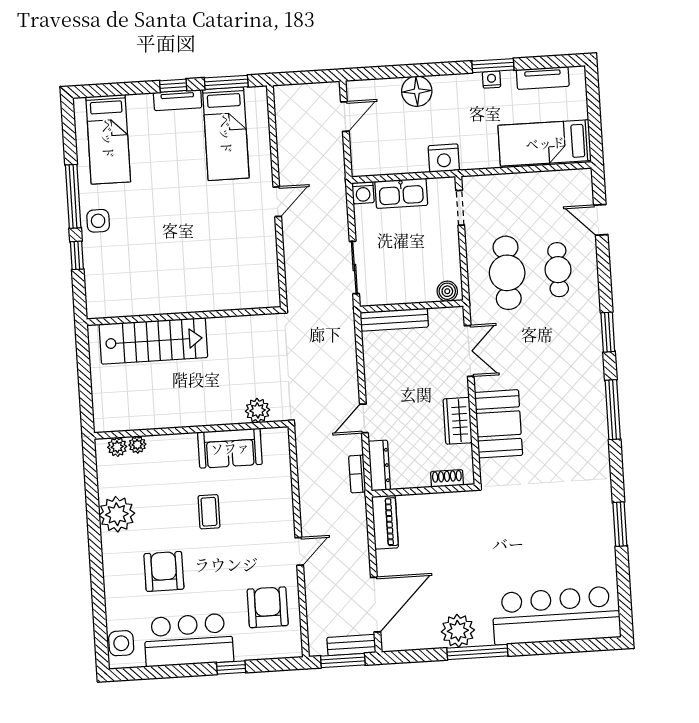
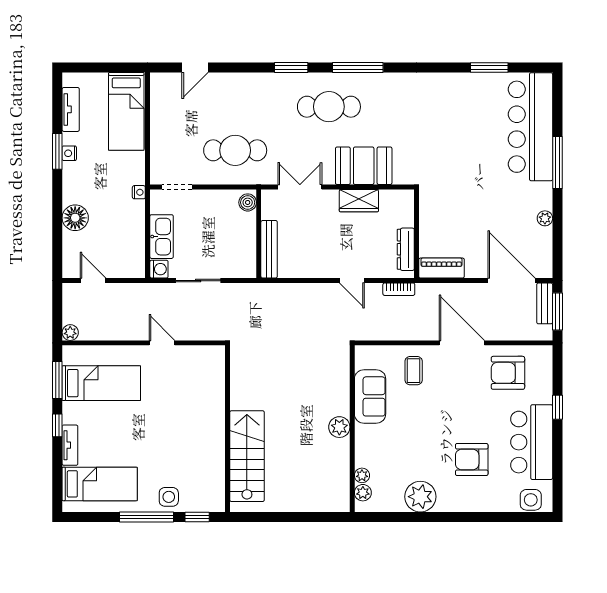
plant: (283, 94) -> (70, 333), added
tv unit: (178, 100) -> (70, 445), moved
nightstand: (444, 158) -> (139, 192), width x0.53, depth x0.56
sliding door: (354, 268) -> (198, 281), moved
cafe table: (558, 270) -> (329, 107), moved, width x1.37, depth x1.35
wall: (184, 316) -> (227, 429), moved
stairs: (153, 341) -> (247, 456), moved
plant: (258, 410) -> (339, 427), moved
dresser: (379, 466) -> (406, 249), moved, turned -90
shoe rack: (447, 478) -> (407, 213), removed
coffee table: (209, 512) -> (414, 371), moved, turned 90
window: (620, 524) -> (489, 68), moved
door: (299, 551) -> (462, 343), width x1.88
plant: (458, 631) -> (545, 218), width x0.53, depth x0.53
window: (477, 652) -> (557, 163), moved

